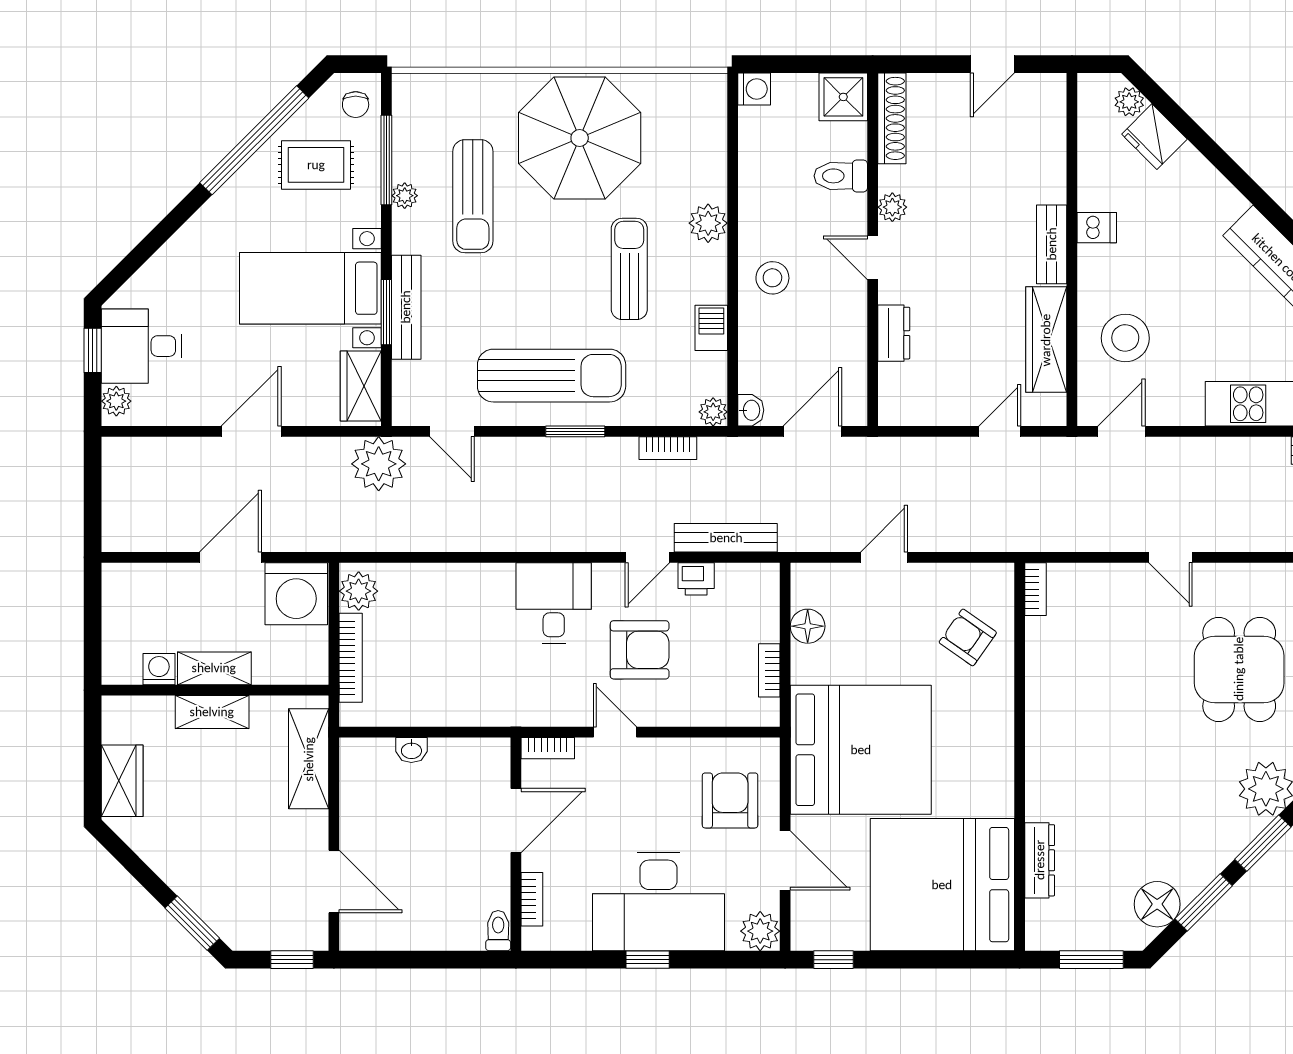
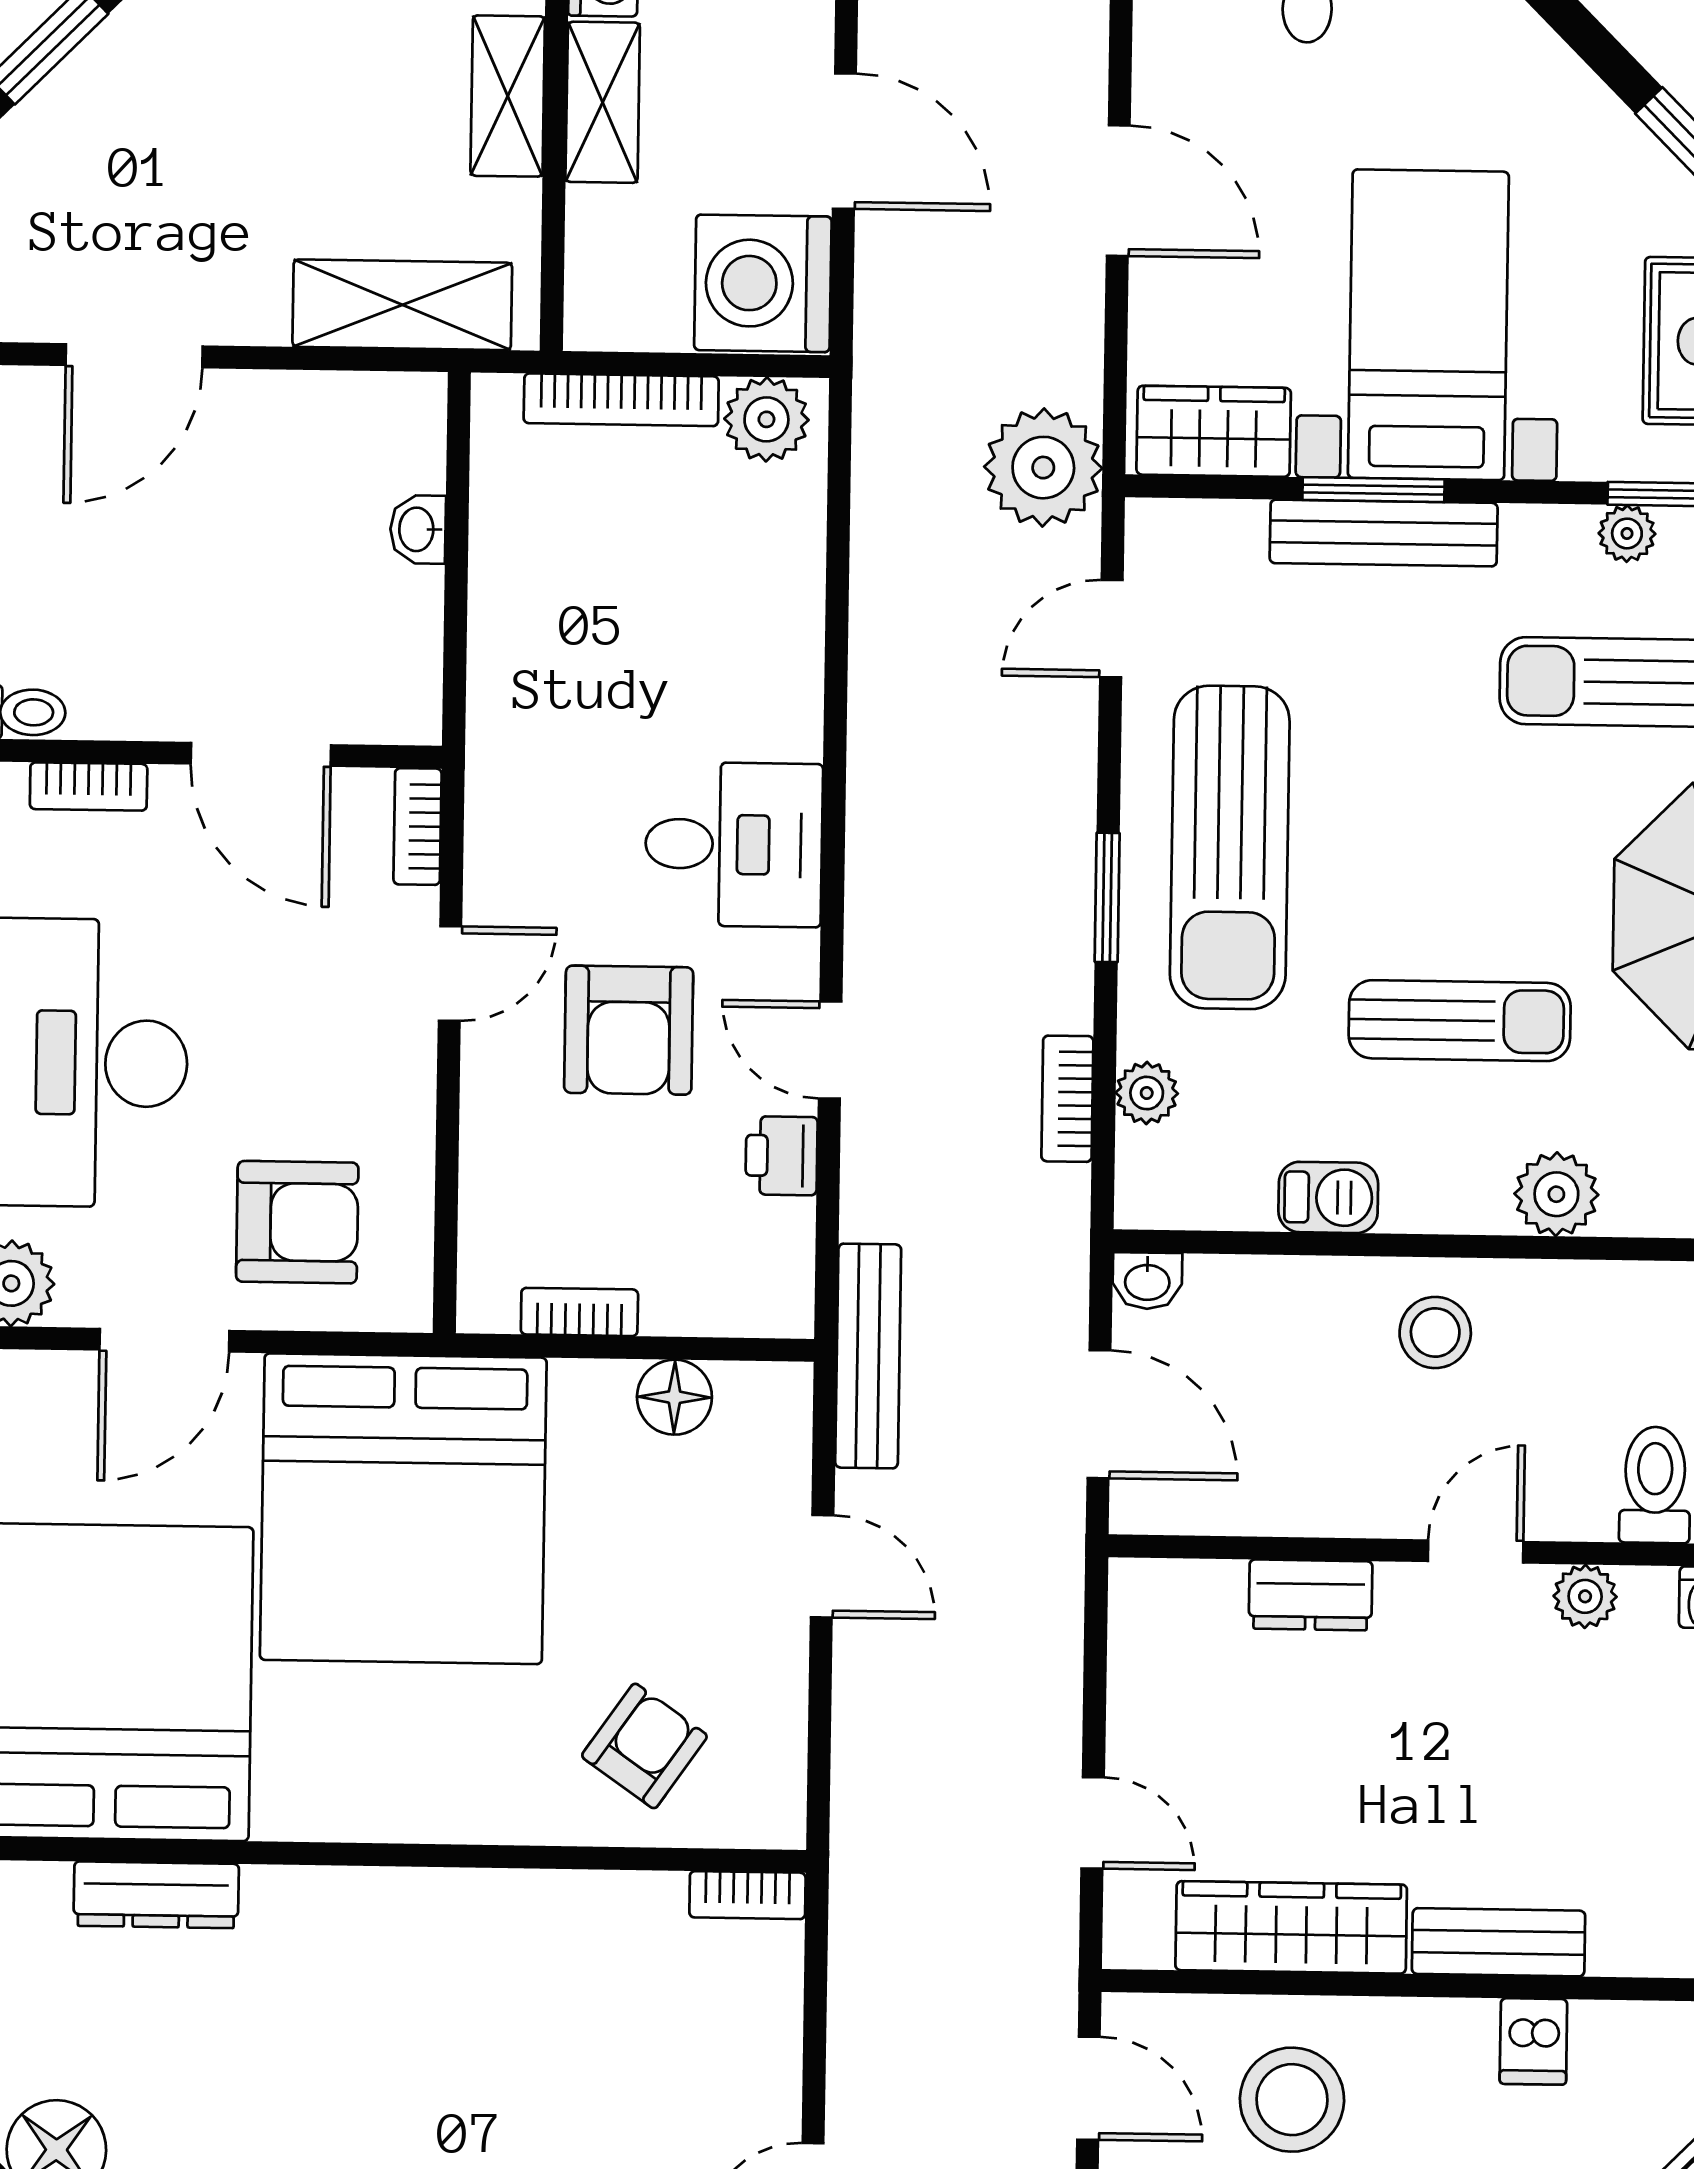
plant: (713, 412) -> (1147, 1093), moved
bench: (726, 538) -> (868, 1356), moved

